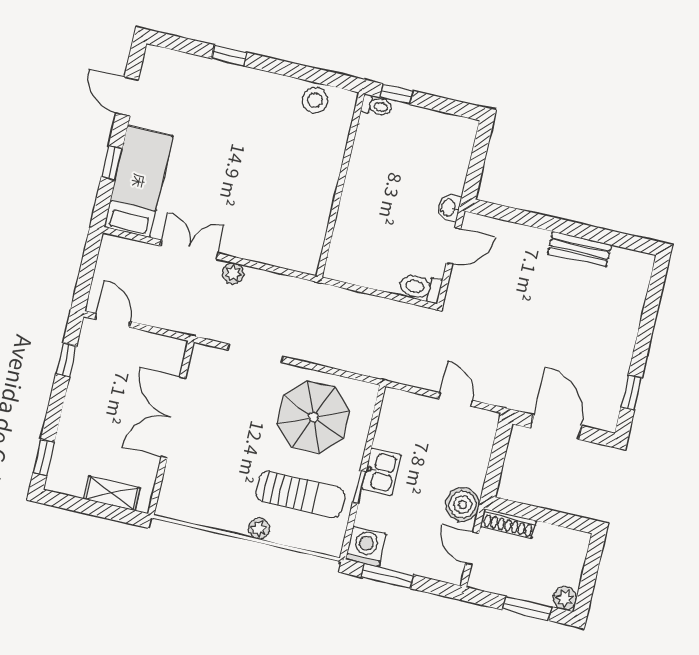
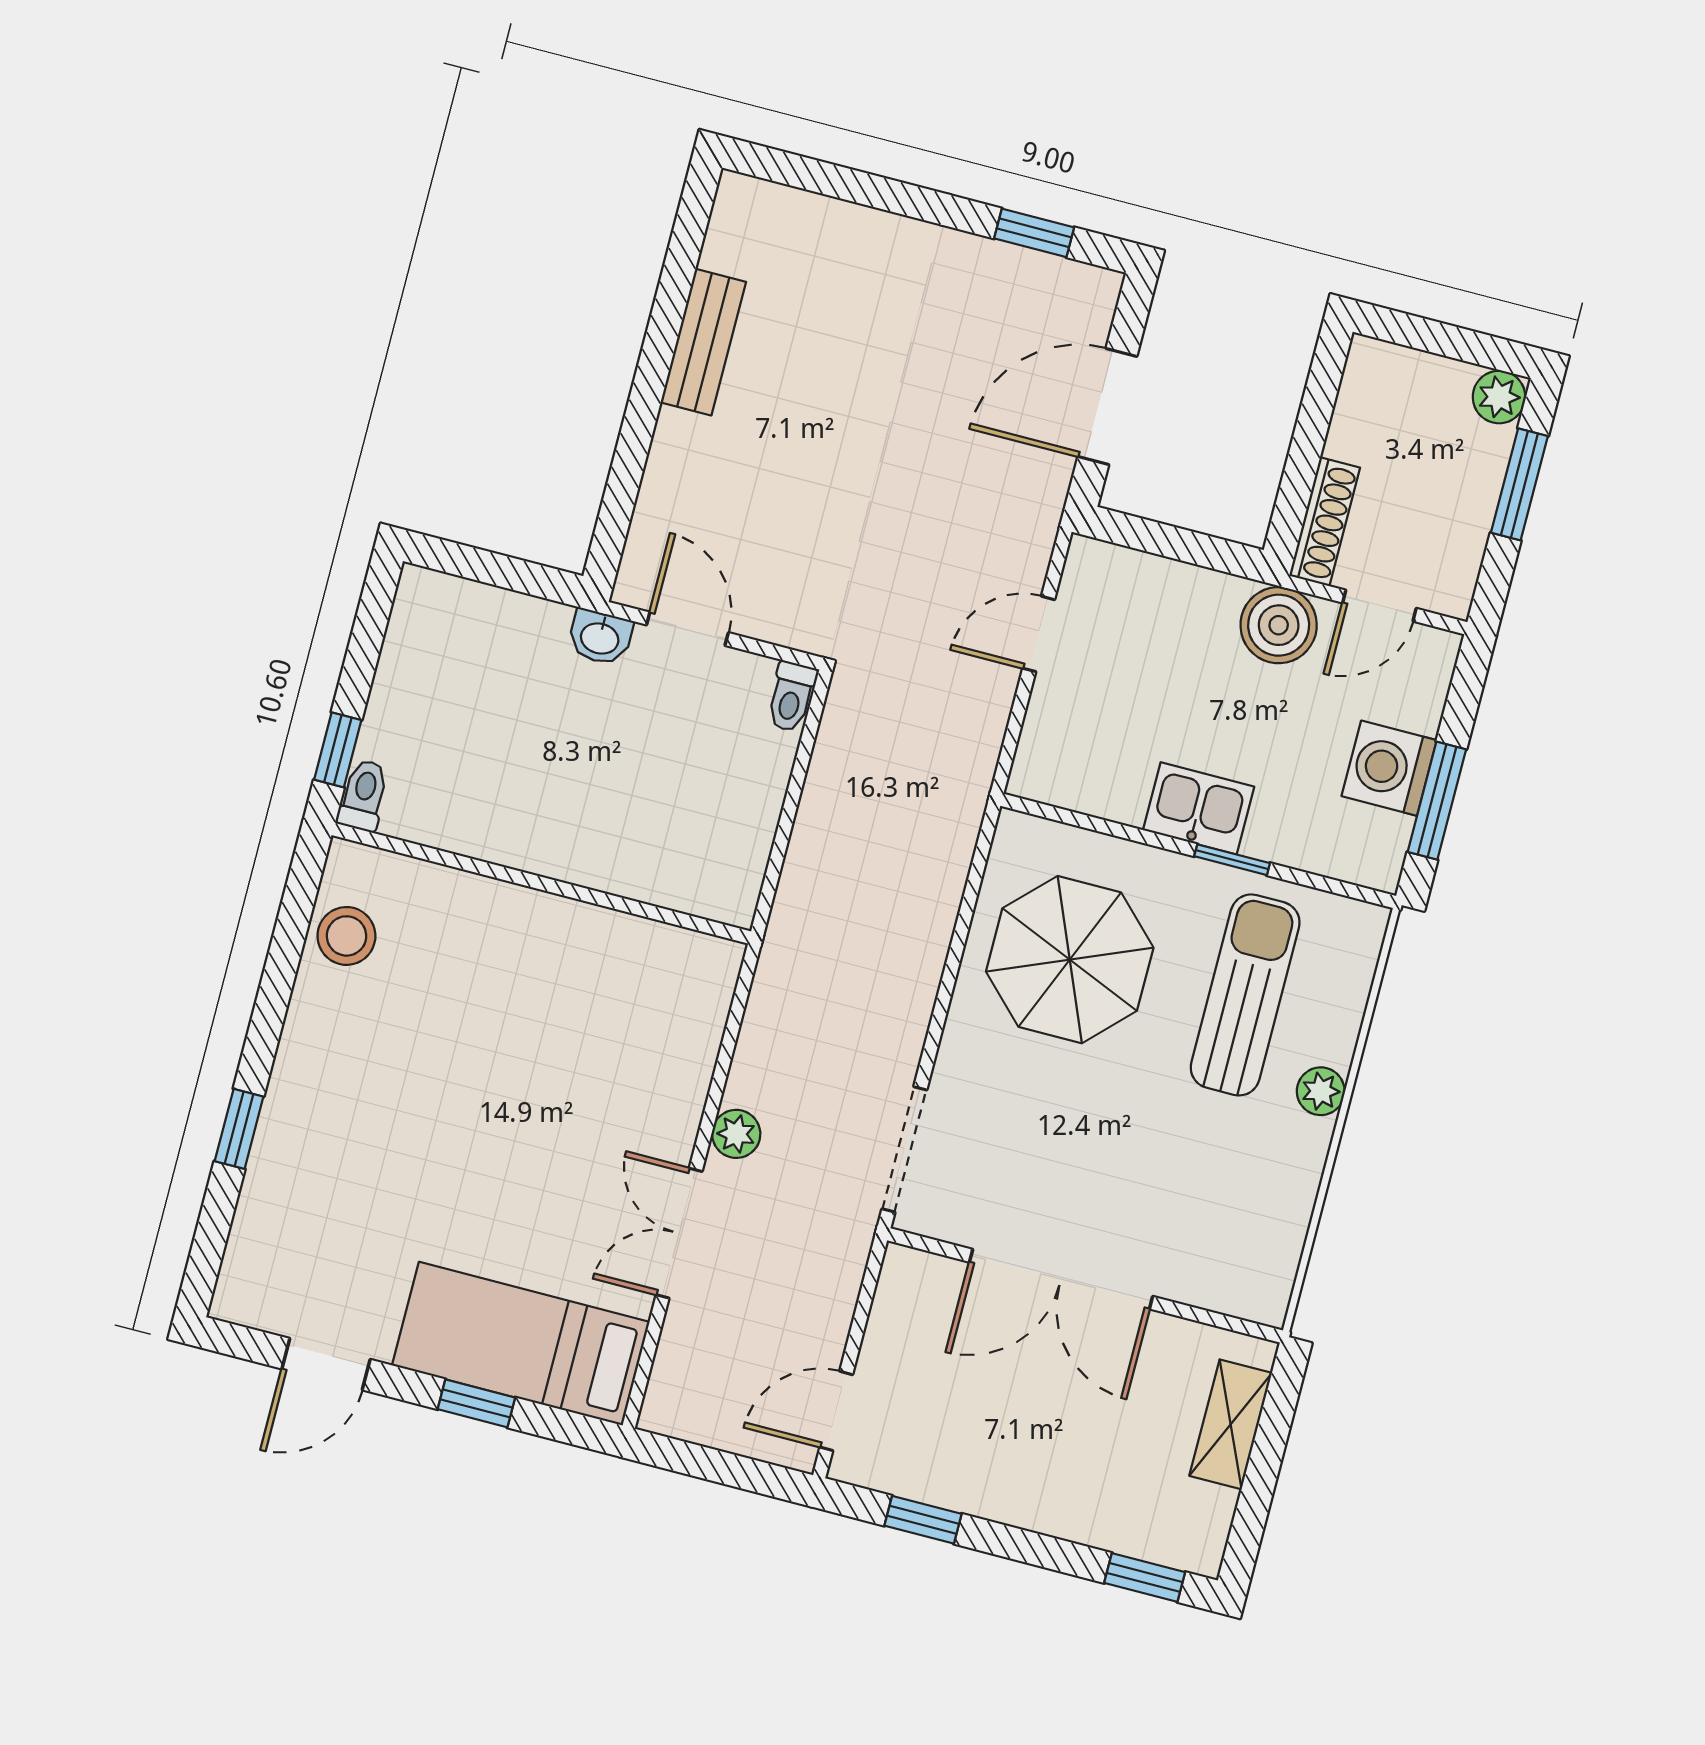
toilet: (420, 288) -> (791, 697), width x0.73, depth x0.72
doorway: (255, 353) -> (904, 1149), moved
washing machine: (366, 547) -> (1389, 768), moved

